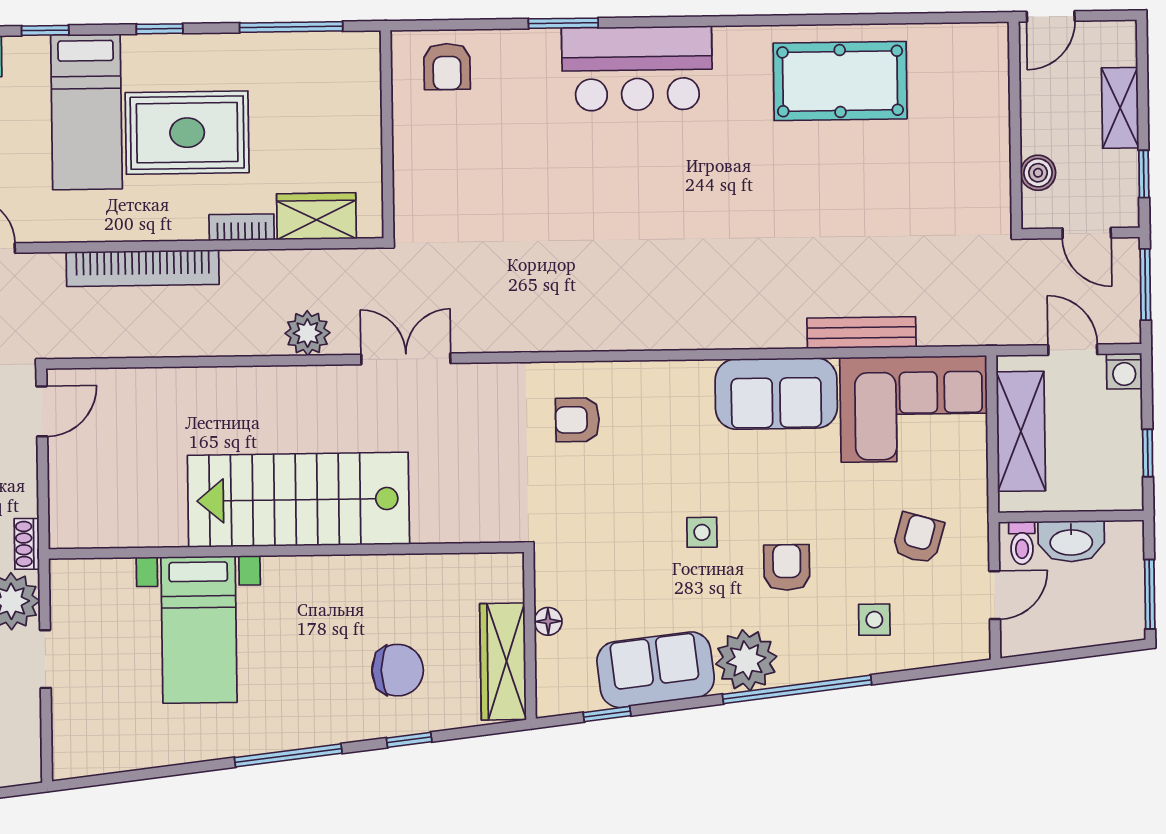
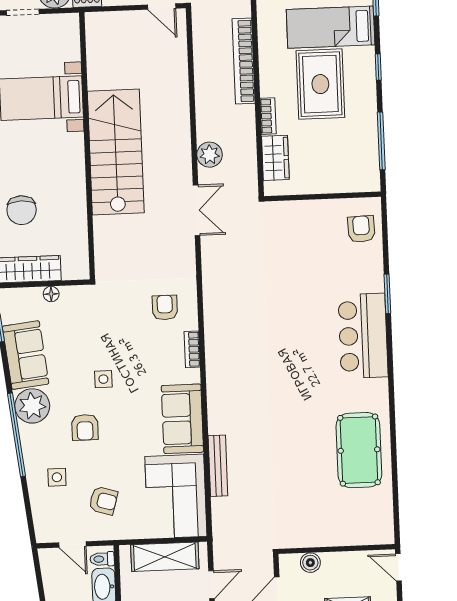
armchair: (447, 67) -> (361, 229), turned 88
bookcase: (653, 373) -> (192, 349), added
armchair: (787, 567) -> (85, 427), turned 90

